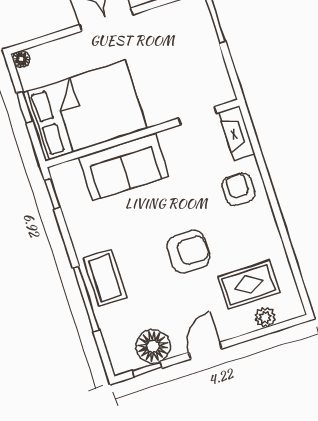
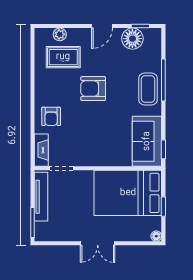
tv unit: (215, 63) -> (41, 197), added
sofa: (124, 167) -> (147, 141), moved, turned -90

